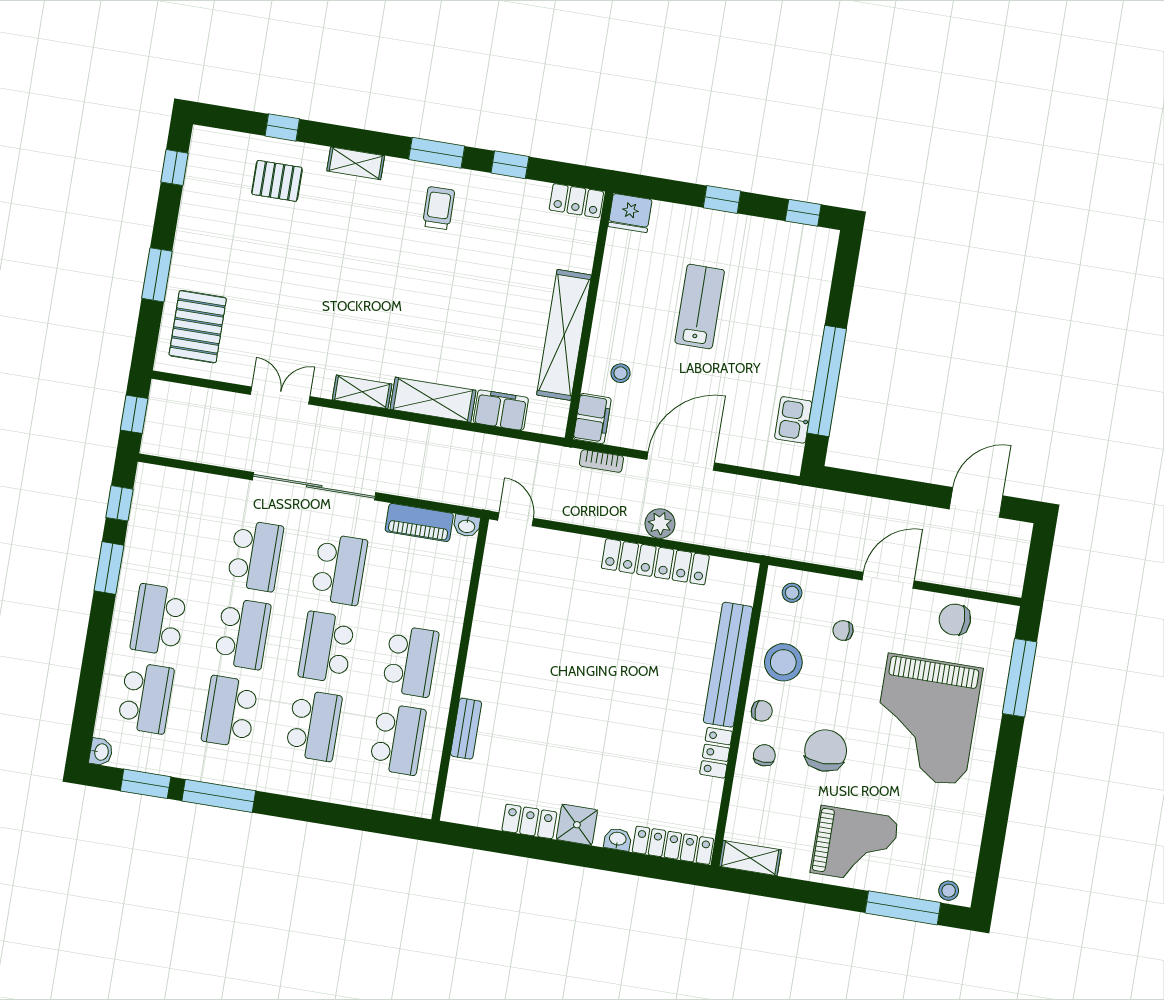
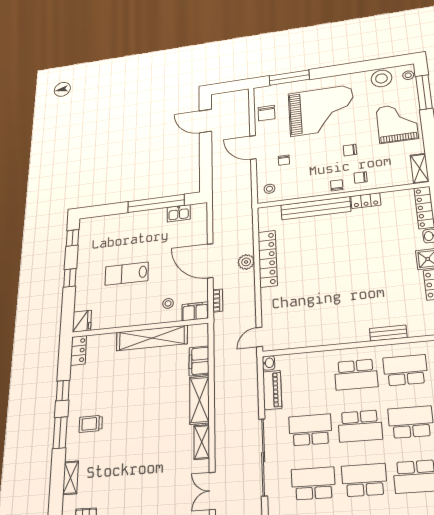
school desk: (410, 661) -> (356, 375), turned 180
stool: (783, 662) -> (381, 78), moved
chair: (826, 751) -> (350, 150), width x0.54, depth x0.54

